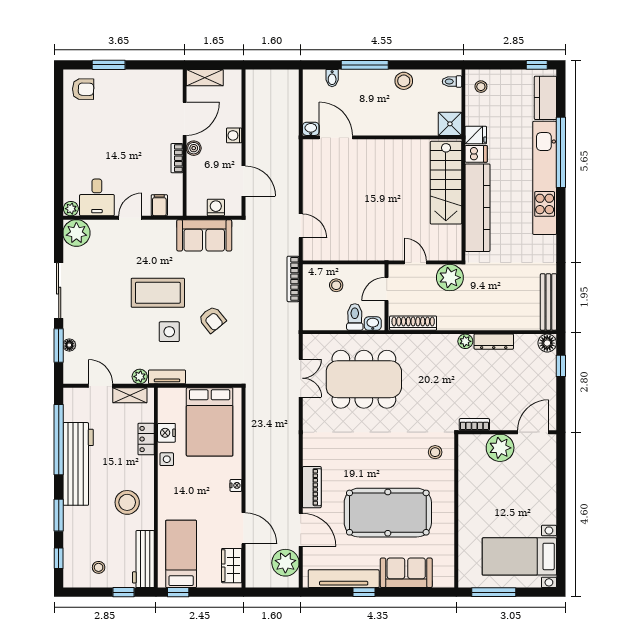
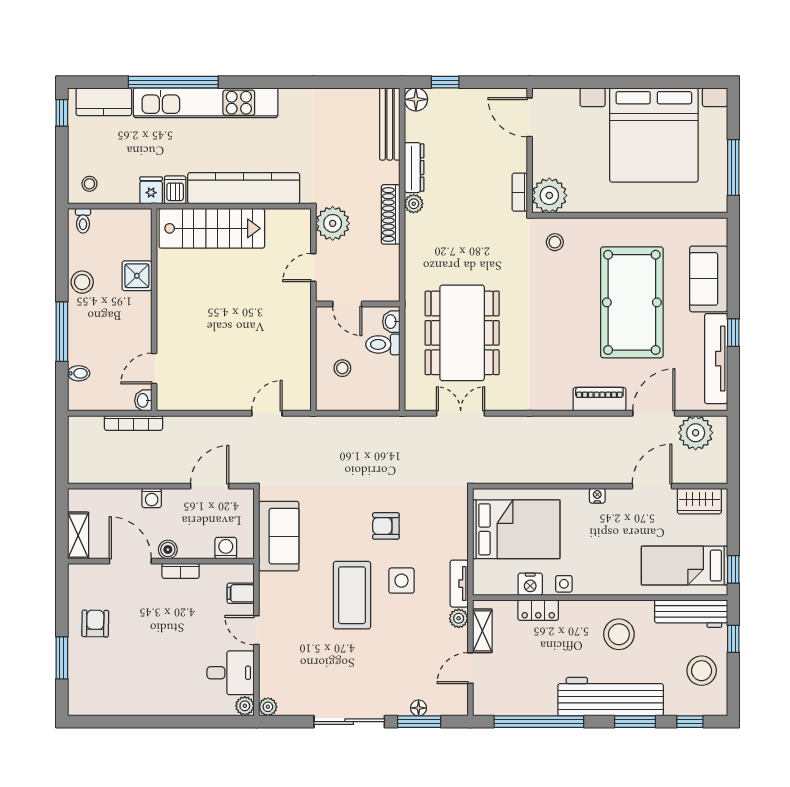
armchair: (83, 89) -> (95, 623), moved
shower: (450, 124) -> (137, 276), moved
door: (336, 137) -> (154, 369), width x0.73
washing machine: (216, 207) -> (226, 548), moved, turned 90
plant: (76, 233) -> (268, 707), width x0.53, depth x0.53
bookcase: (293, 279) -> (134, 423), moved
bench: (548, 302) -> (390, 124), moved, turned 90
armchair: (212, 319) -> (386, 526), turned -141
shoe rack: (413, 323) -> (391, 214), moved
plant: (500, 448) -> (549, 195), moved
workbench: (78, 464) -> (611, 697), moved
bed with nightstands: (519, 556) -> (654, 135), width x1.85
stool: (99, 567) -> (702, 671), width x1.89, depth x1.89

